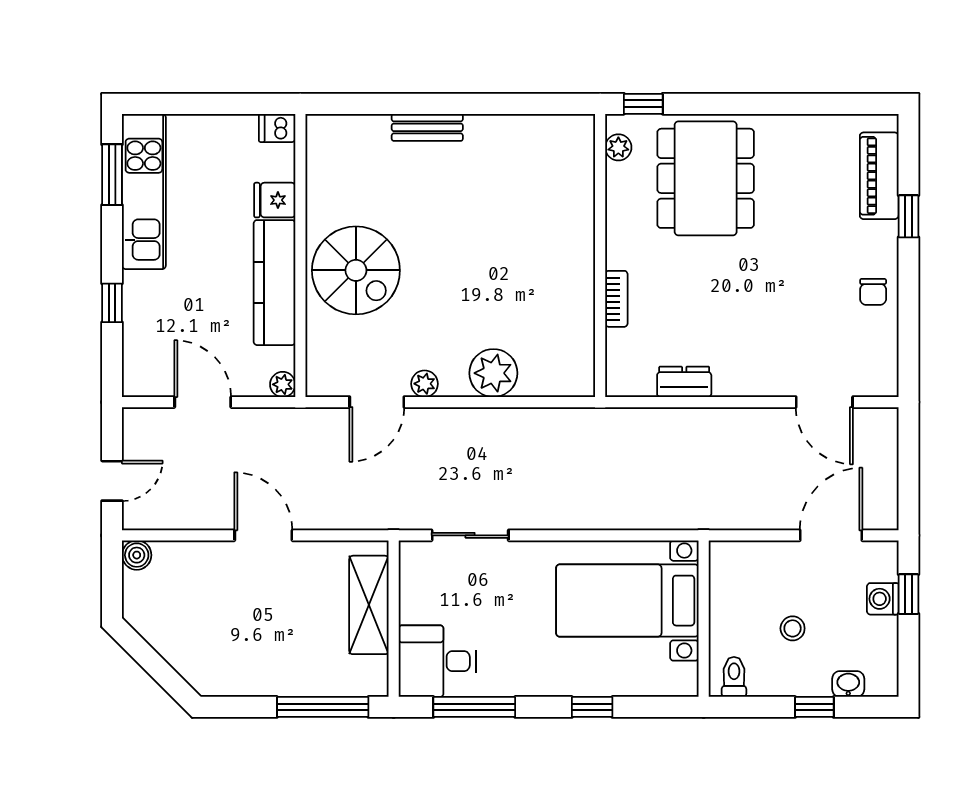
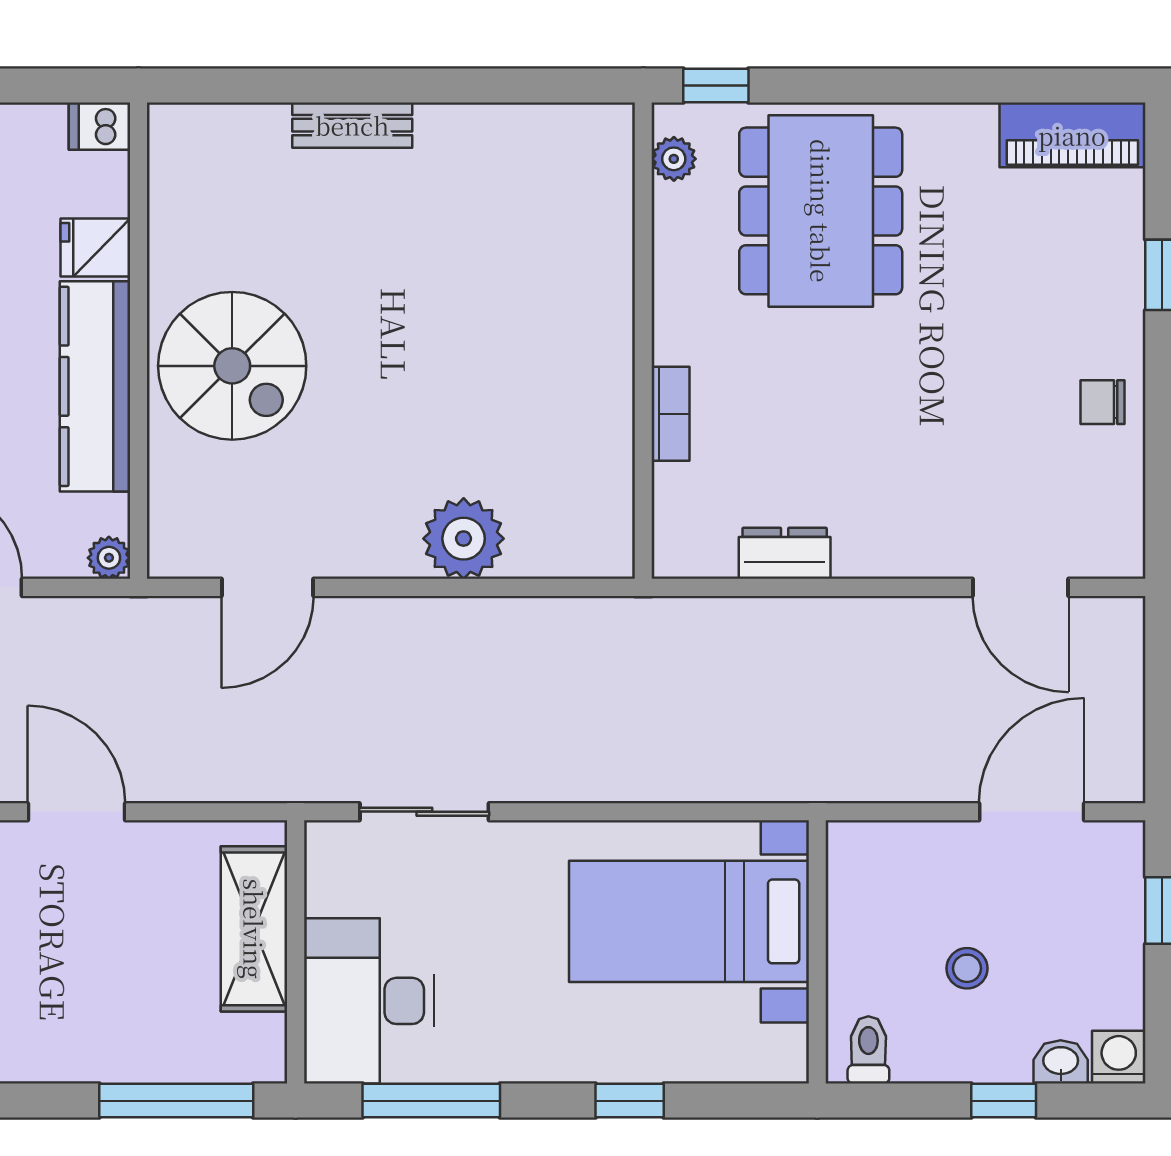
piano: (879, 176) -> (1072, 135), moved, turned -90
chair: (873, 292) -> (1102, 402), turned 90
plant: (425, 384) -> (348, 557), removed
washing machine: (883, 599) -> (1119, 1057), moved, turned 90
desk: (437, 661) -> (369, 1001), width x1.37

